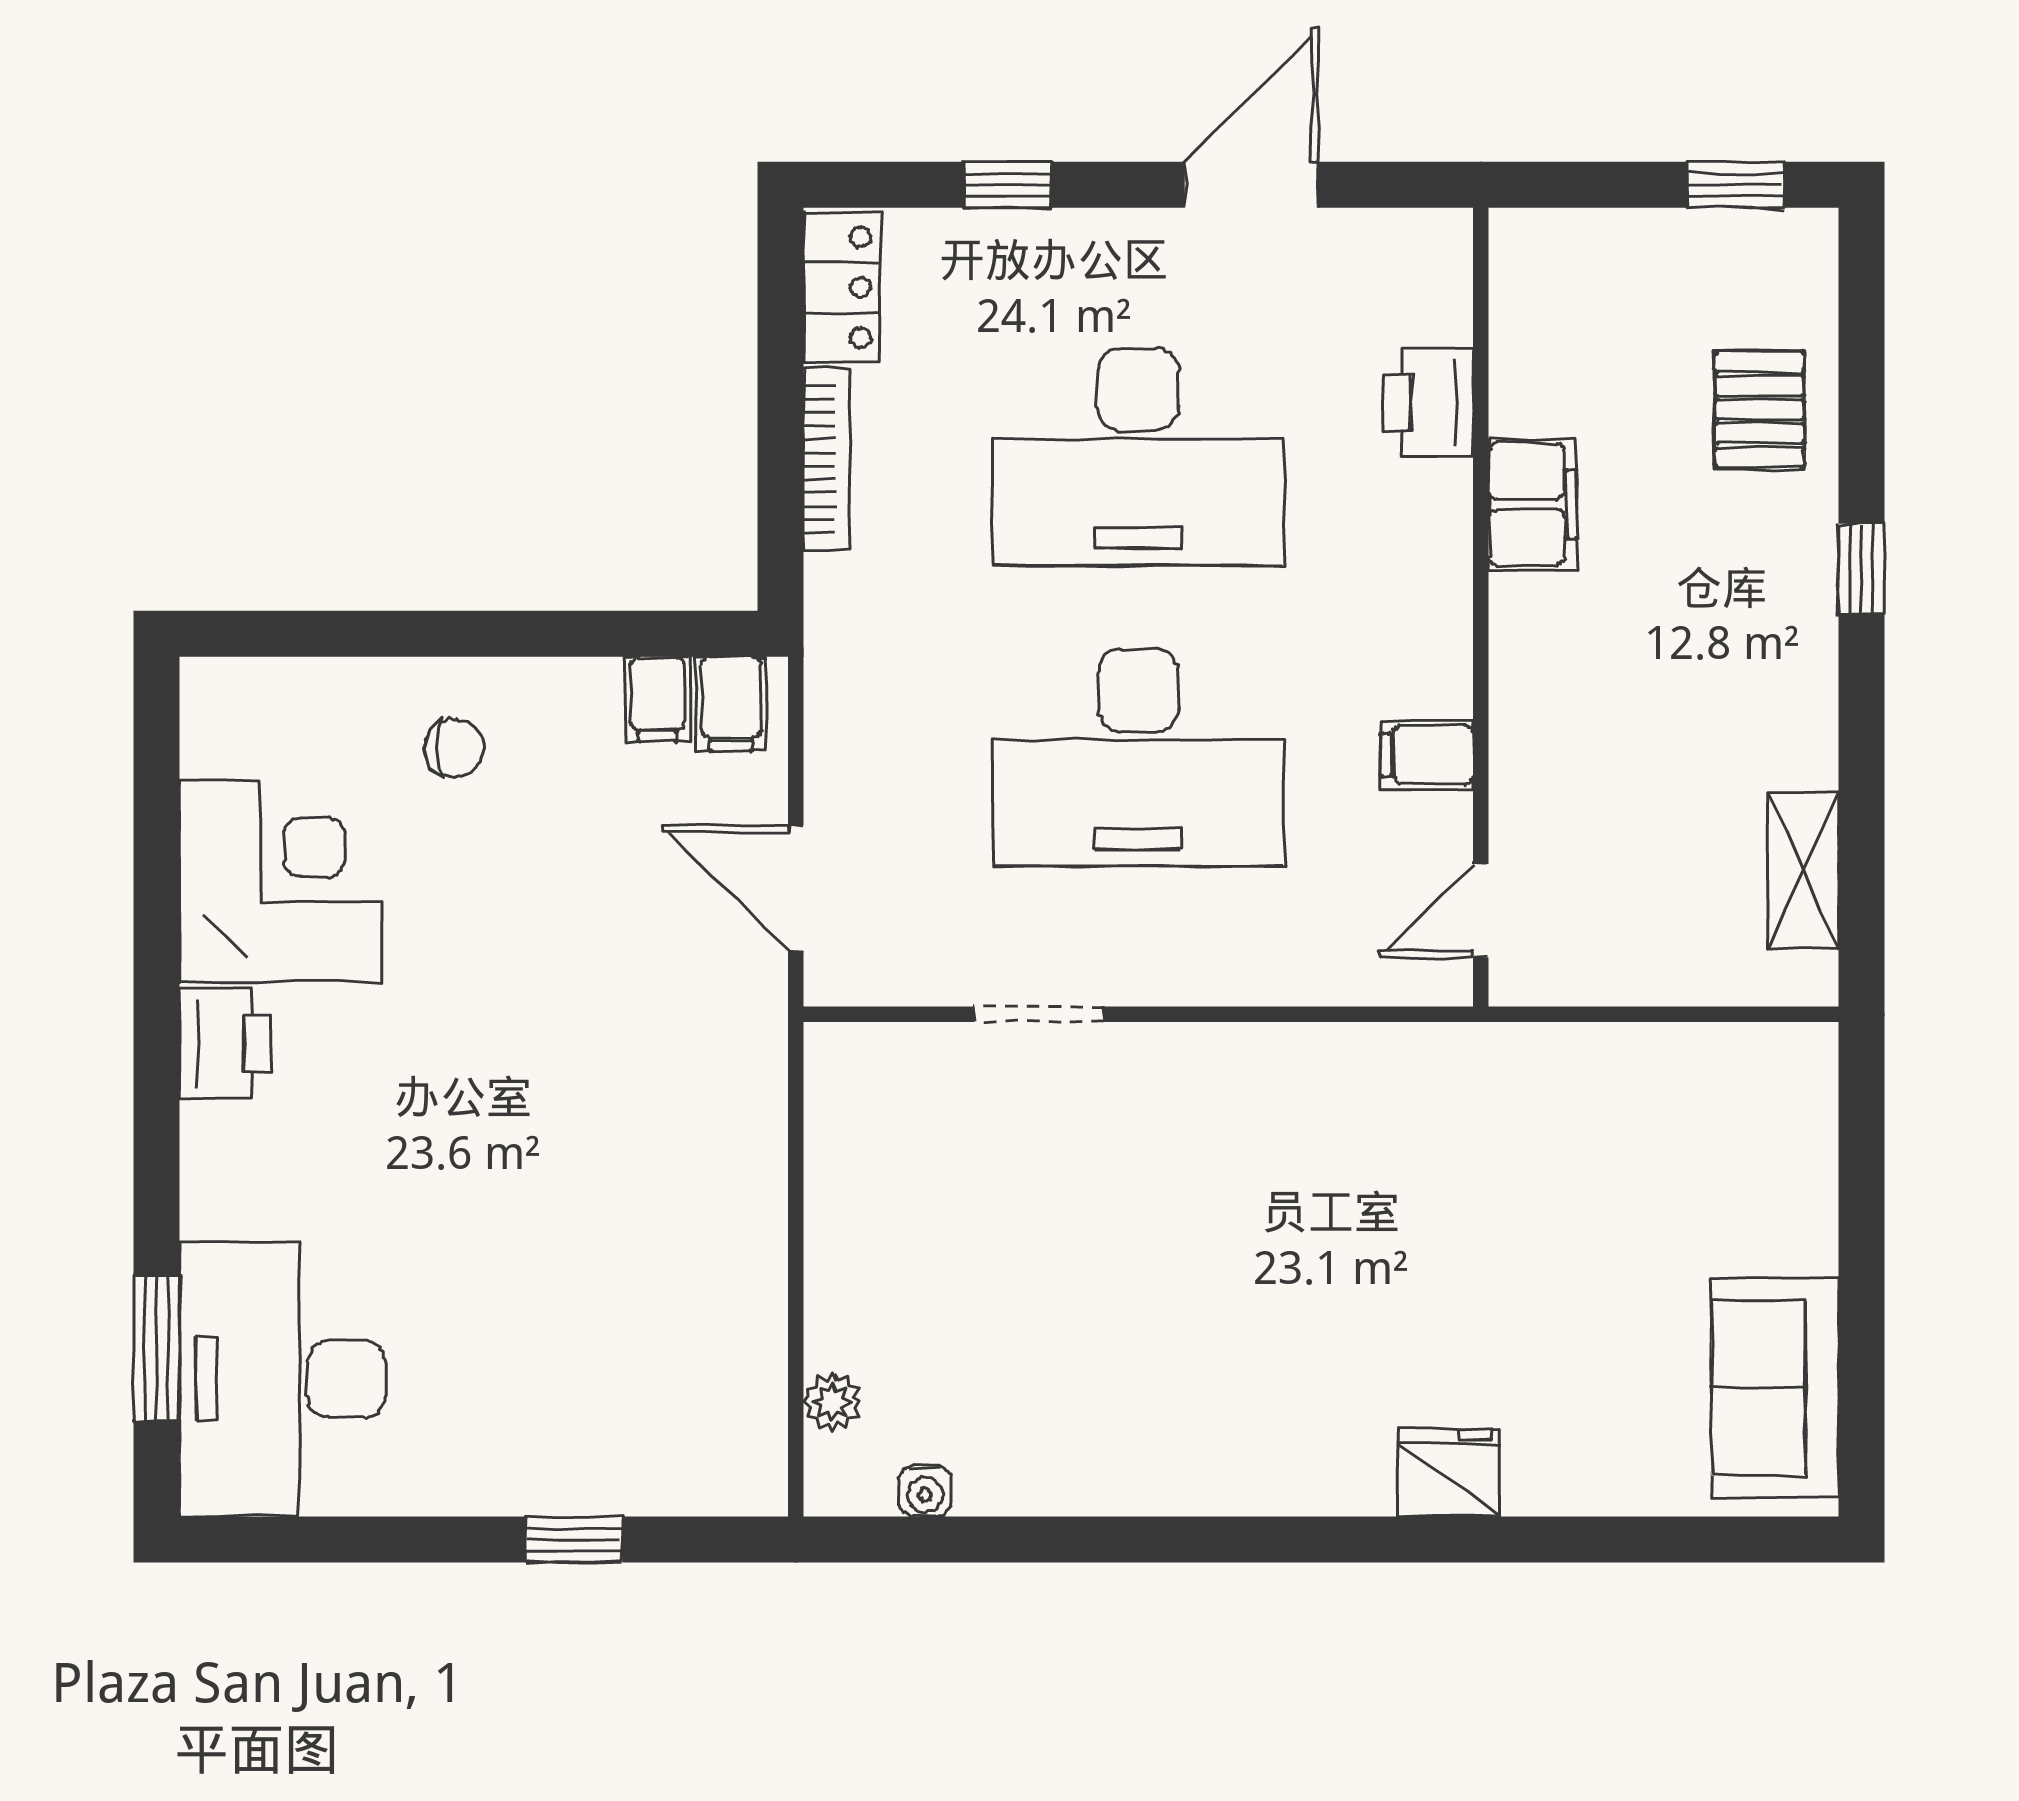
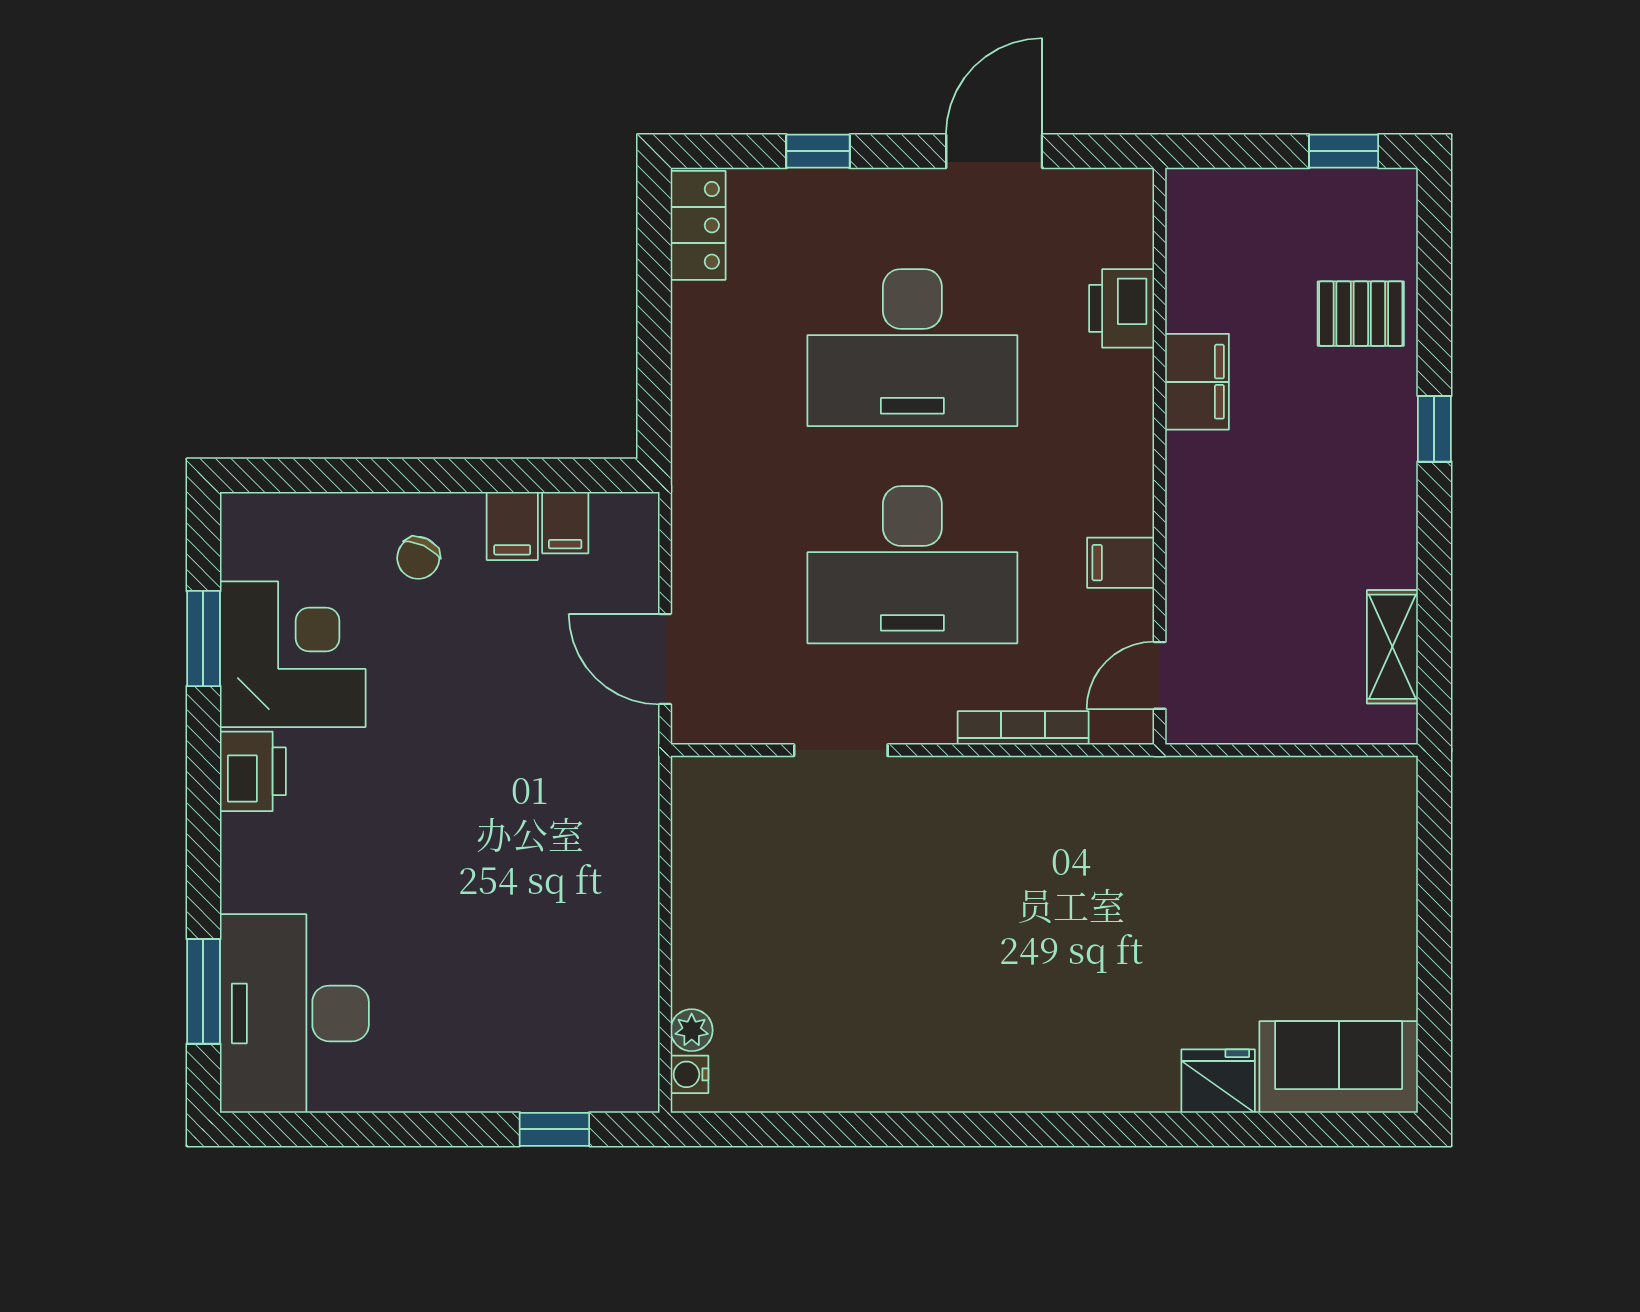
pallet: (1759, 410) -> (1361, 314), turned 90
bookcase: (827, 460) -> (1023, 728), moved, turned -90
filing cabinet: (731, 704) -> (512, 526), moved
chair: (454, 748) -> (418, 558), turned 115
window: (156, 860) -> (203, 639), added
sofa: (1775, 1388) -> (1339, 1067), moved, turned 90
fridge: (1449, 1473) -> (1218, 1081), moved
water cooler: (925, 1491) -> (689, 1074), moved, turned 90
window: (574, 1540) -> (554, 1129), moved

